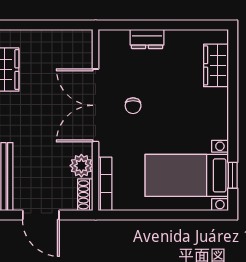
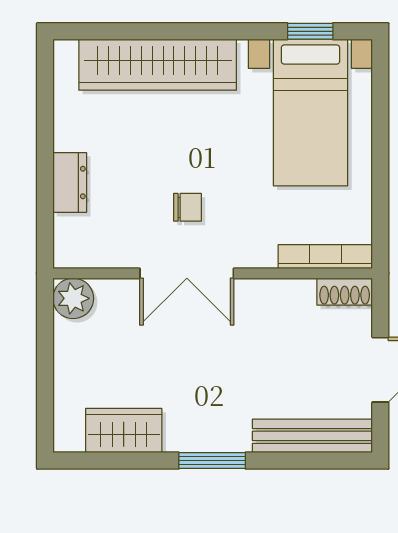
wardrobe: (216, 65) -> (158, 65), width x2.10, depth x1.17
double door: (96, 105) -> (187, 273), width x0.73
plant: (81, 166) -> (73, 298), moved

